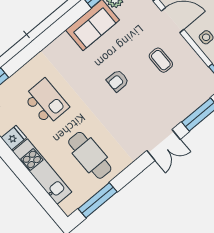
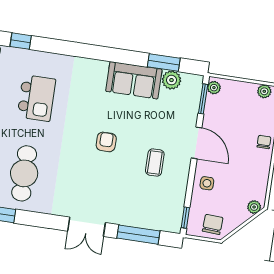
armchair: (118, 81) -> (106, 142), turned 90

